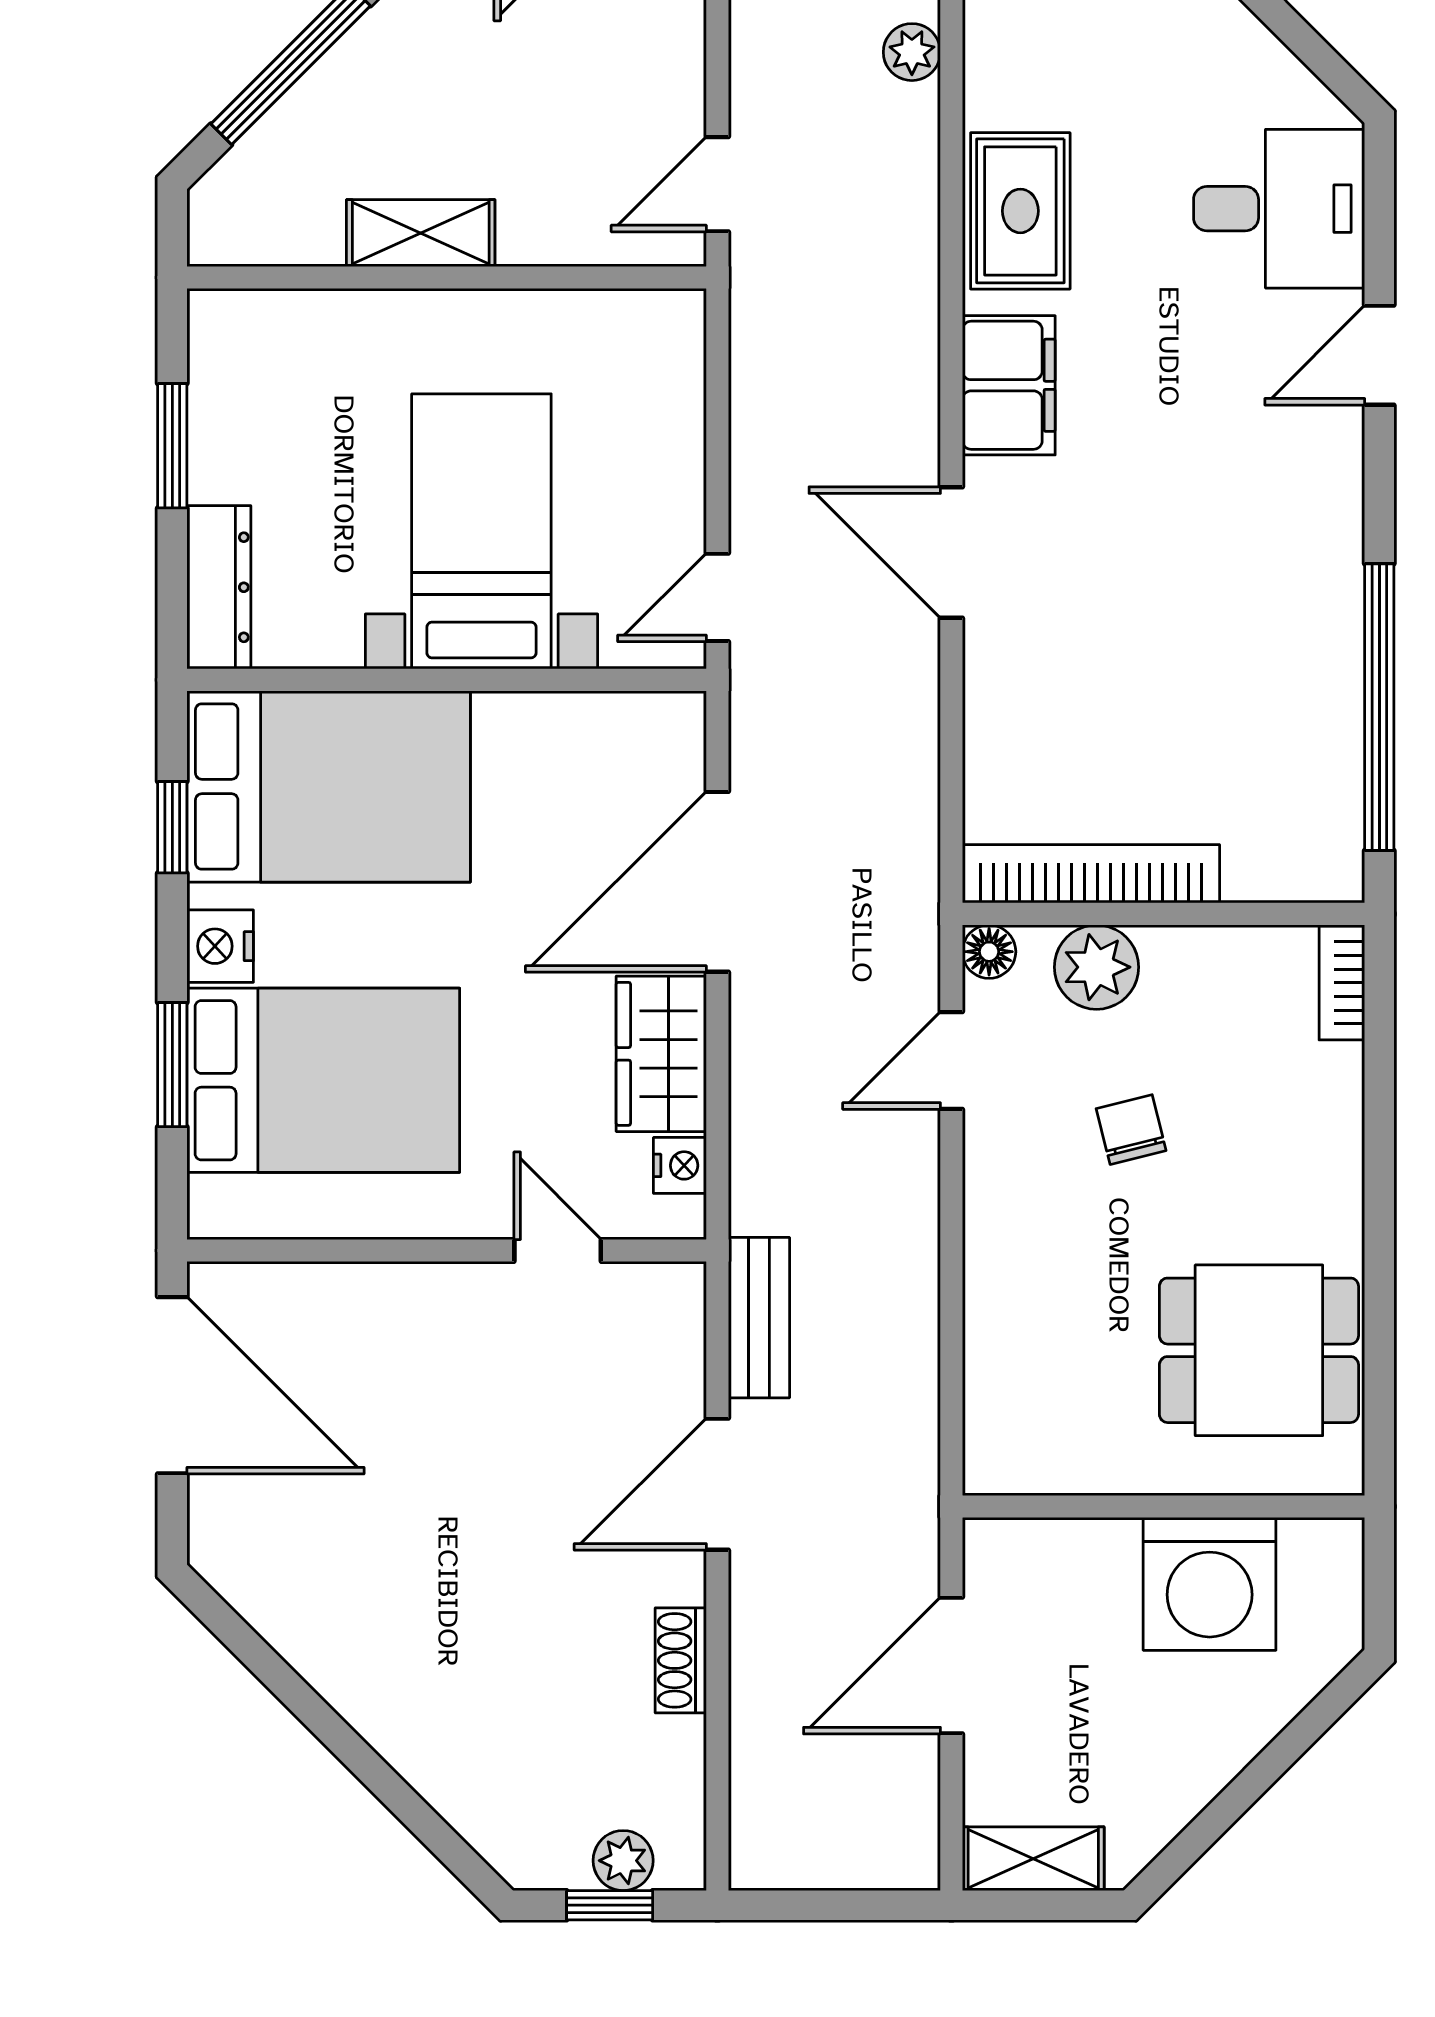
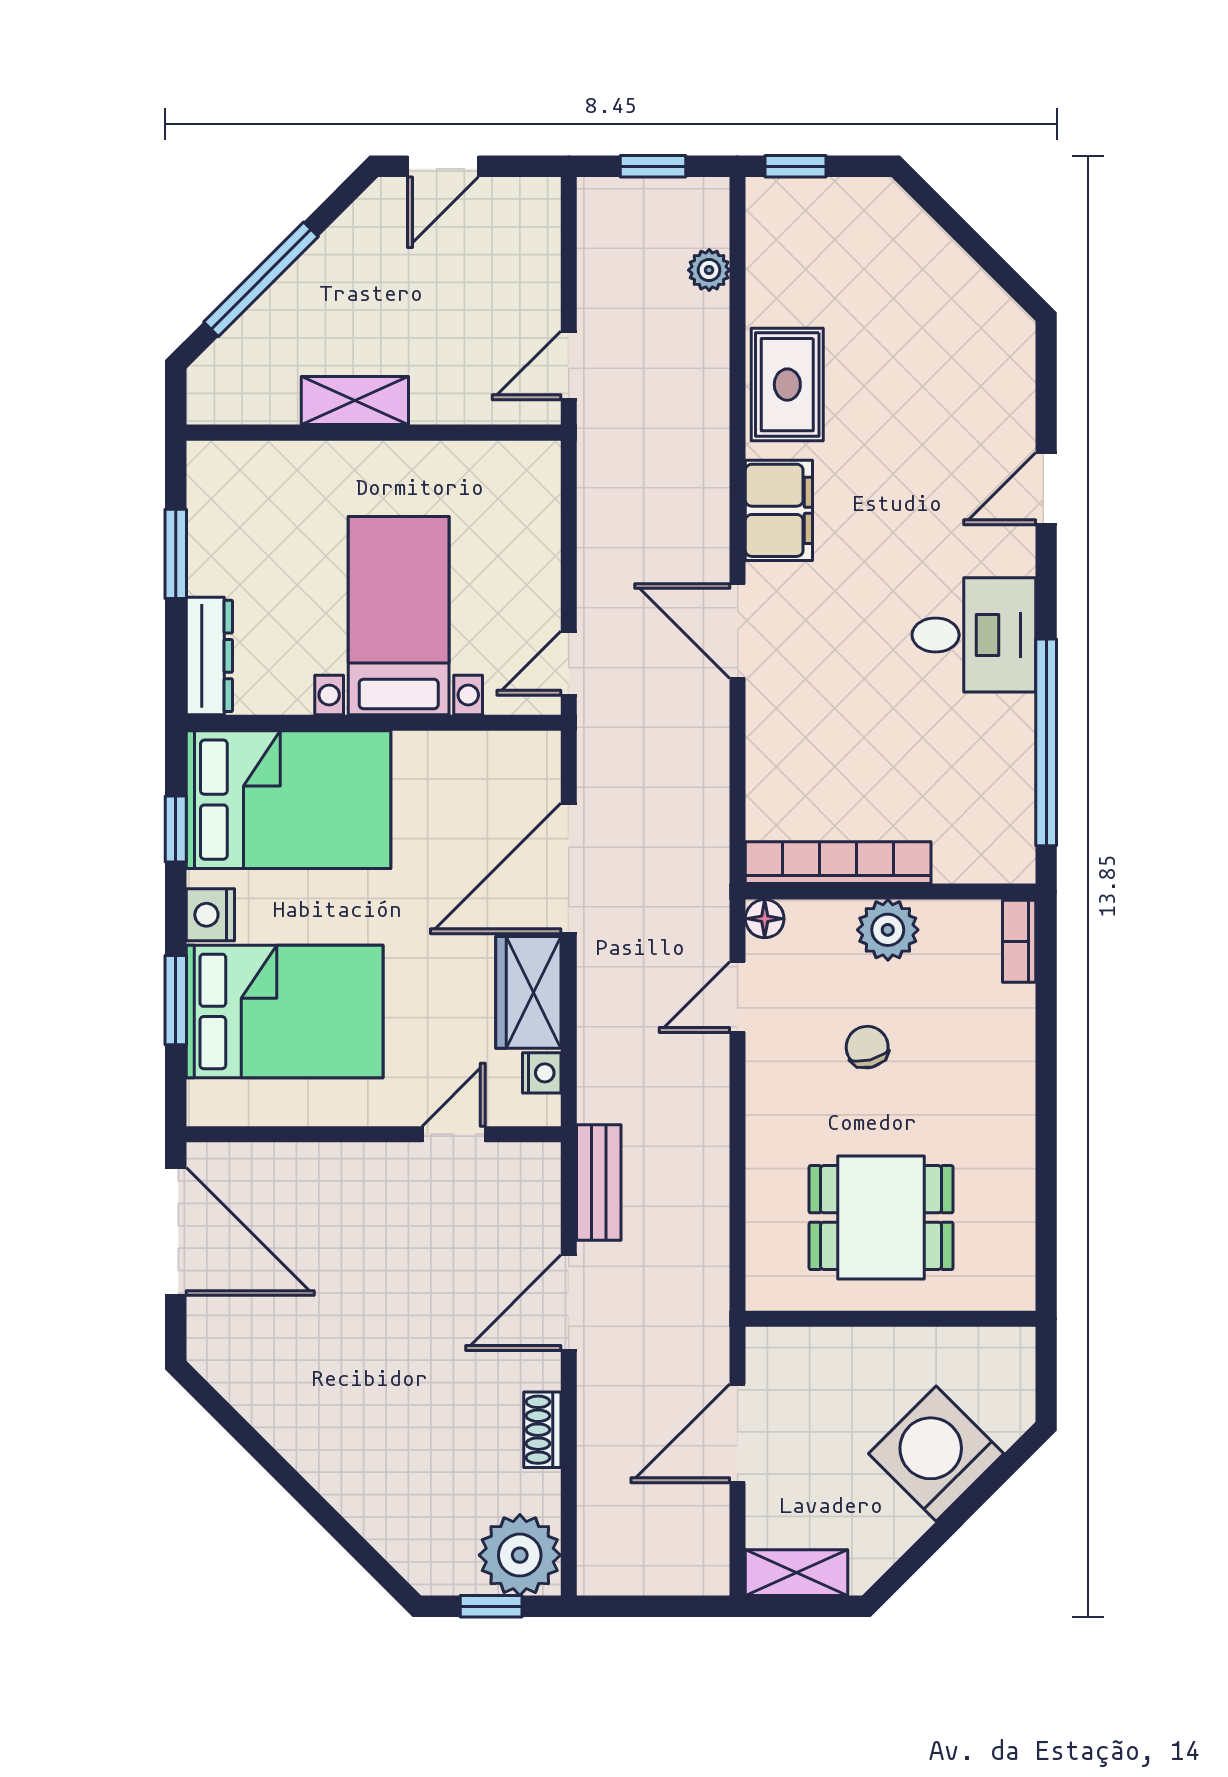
desk: (1279, 209) -> (974, 635), moved
plant: (1097, 967) -> (888, 930), moved
door: (558, 1250) -> (454, 1134), hinge flipped
dining table: (1259, 1350) -> (881, 1218), moved
washing machine: (1210, 1584) -> (936, 1454), moved, turned 135
plant: (623, 1861) -> (520, 1555), width x1.87, depth x1.87

